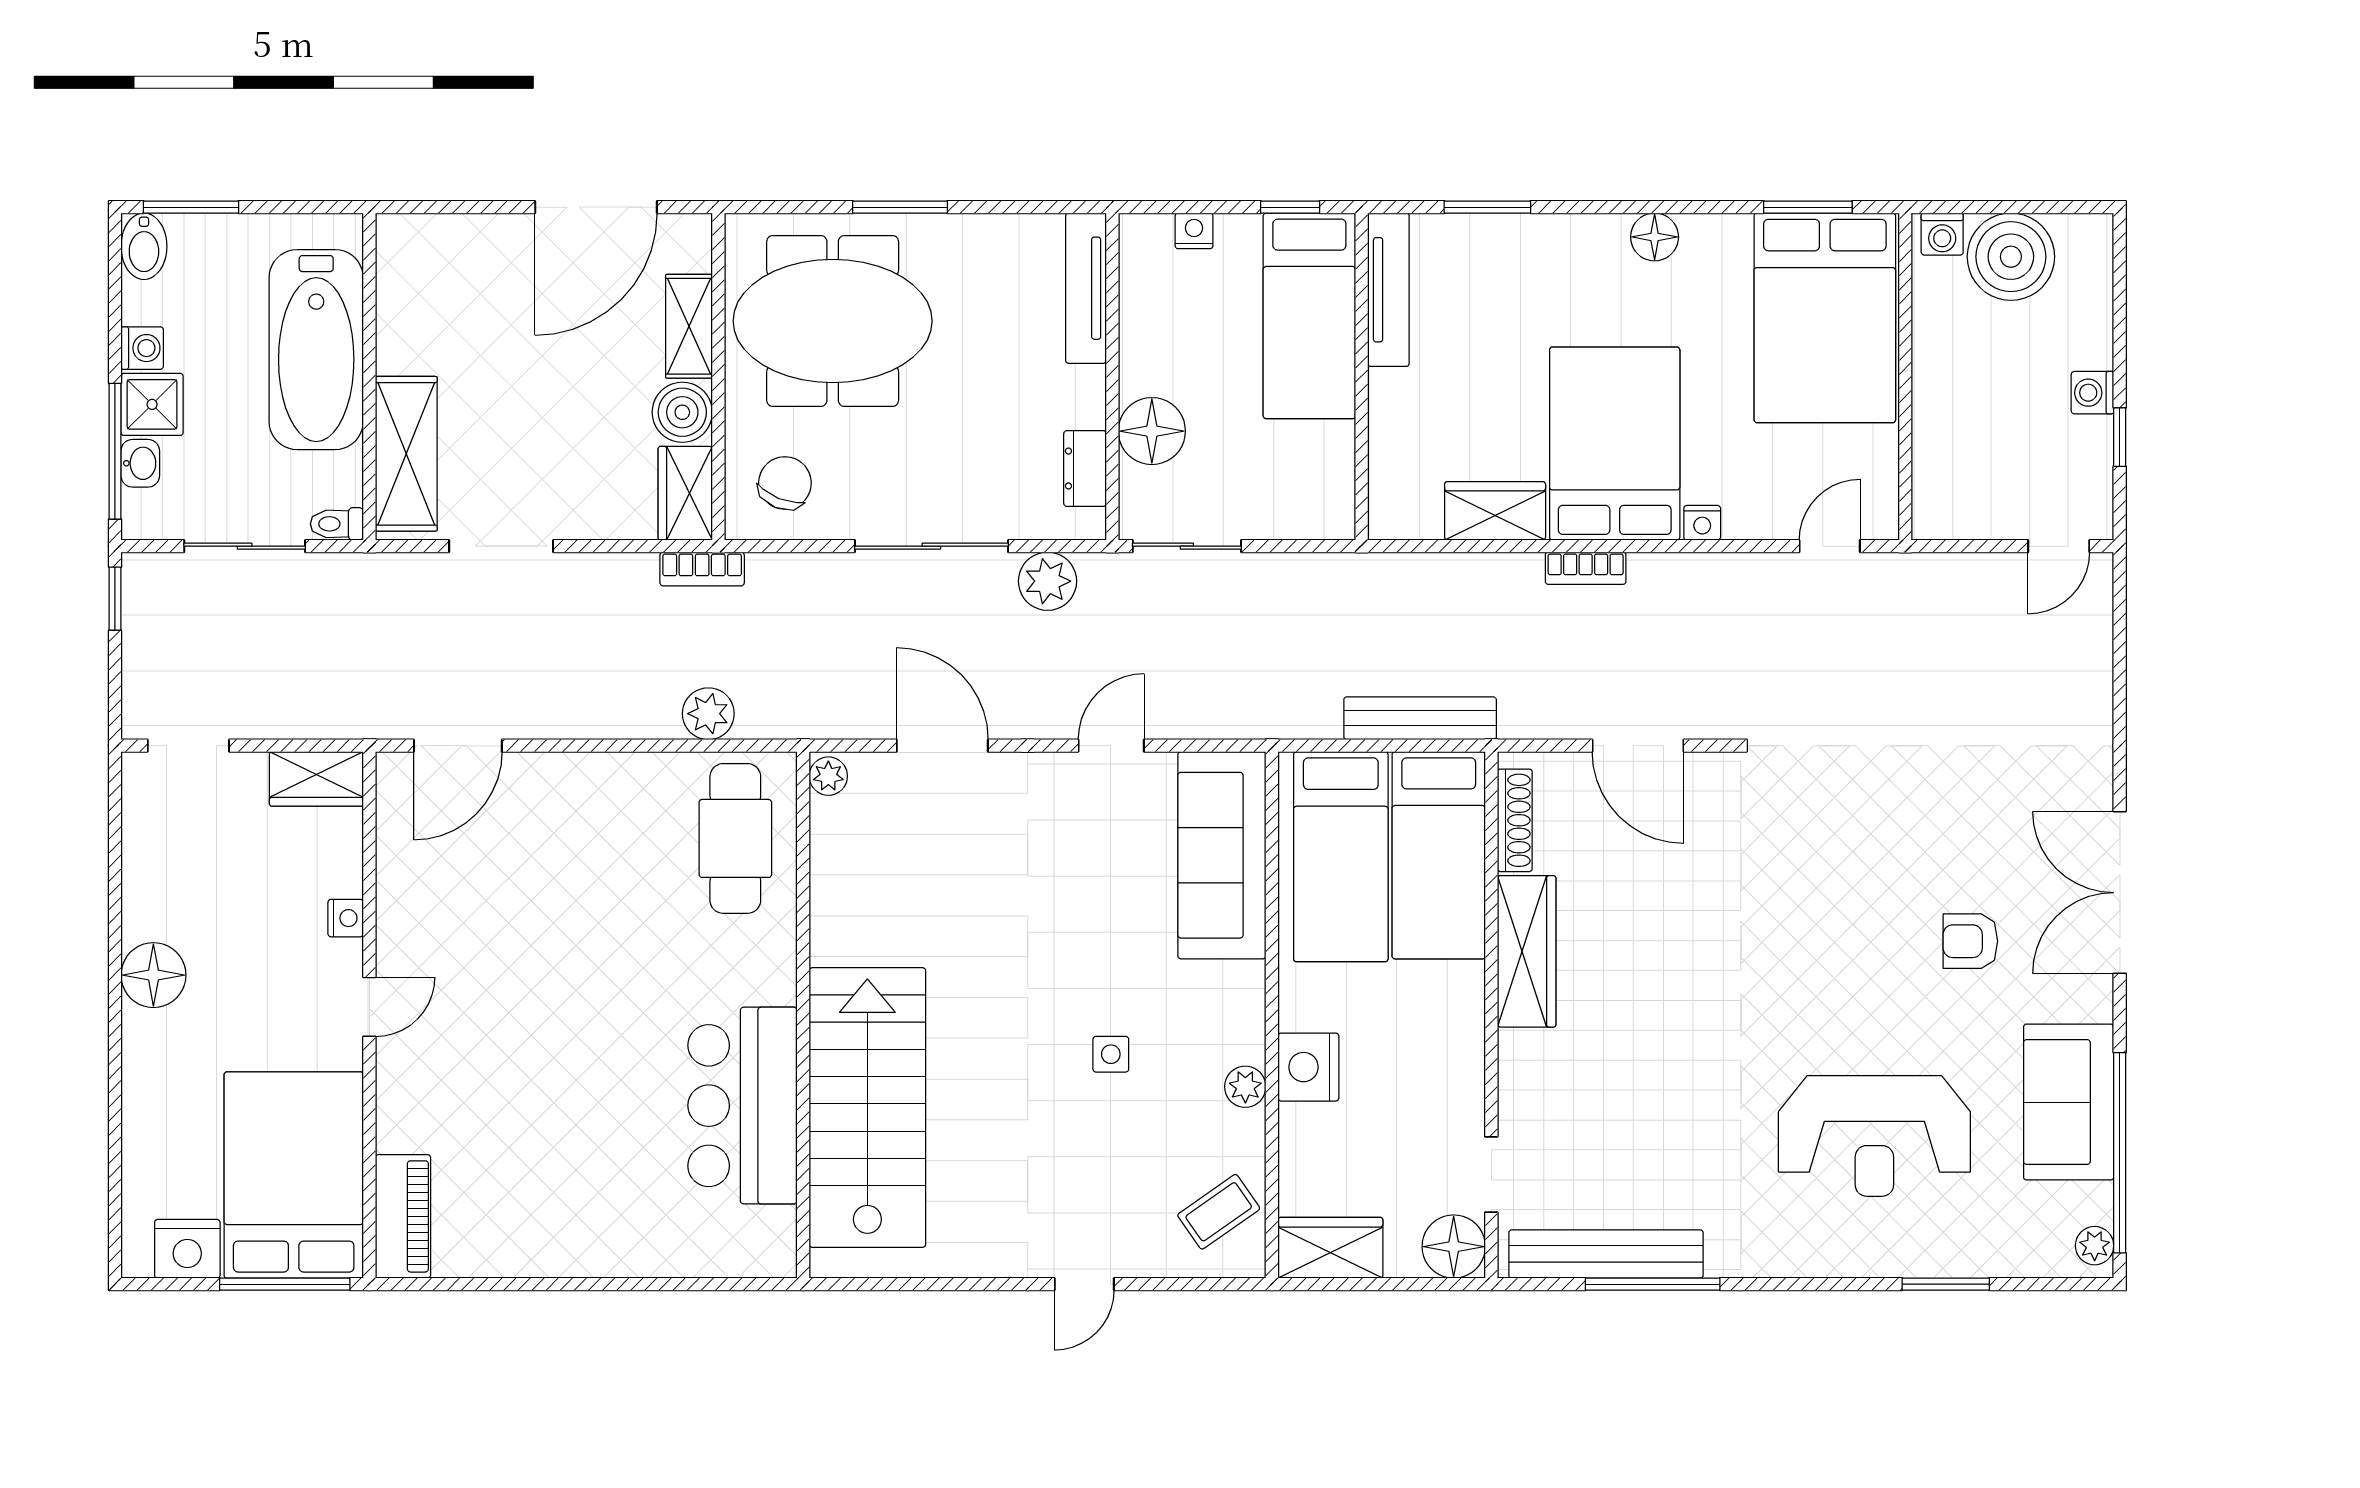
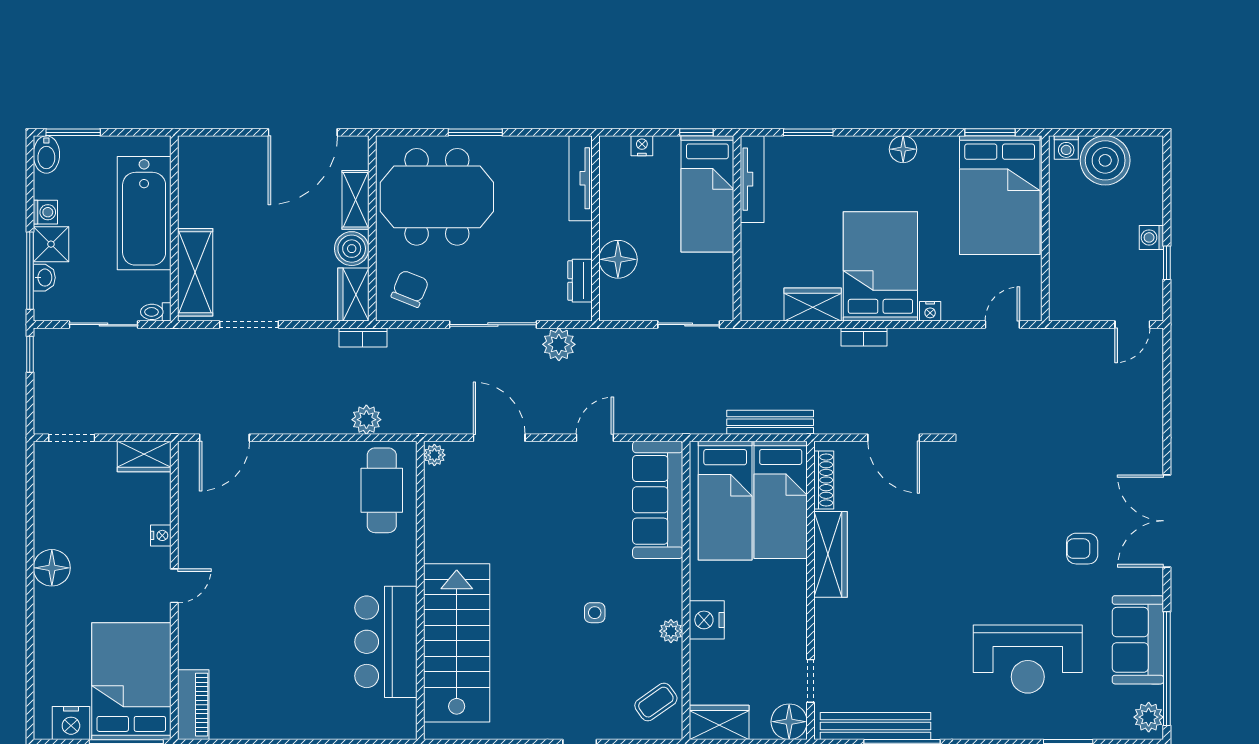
sliding door: (1187, 546) -> (689, 325), moved
plant: (2095, 1246) -> (1149, 717), width x1.38, depth x1.38

